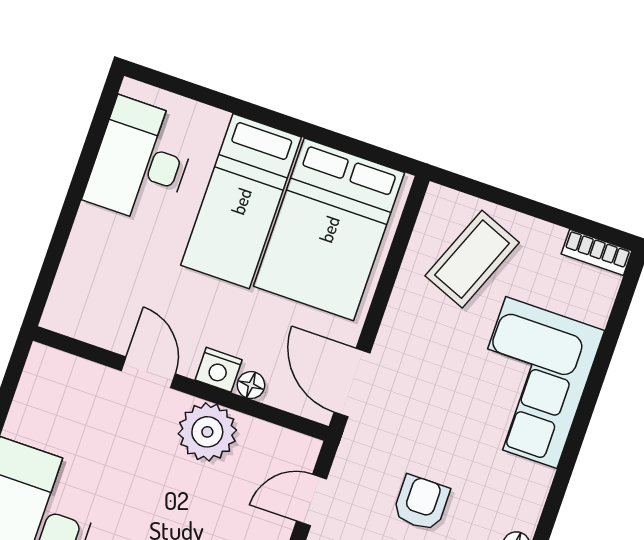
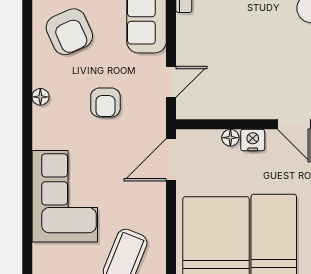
door: (352, 383) -> (171, 160), swing flipped
plant: (207, 432) -> (247, 101), removed

